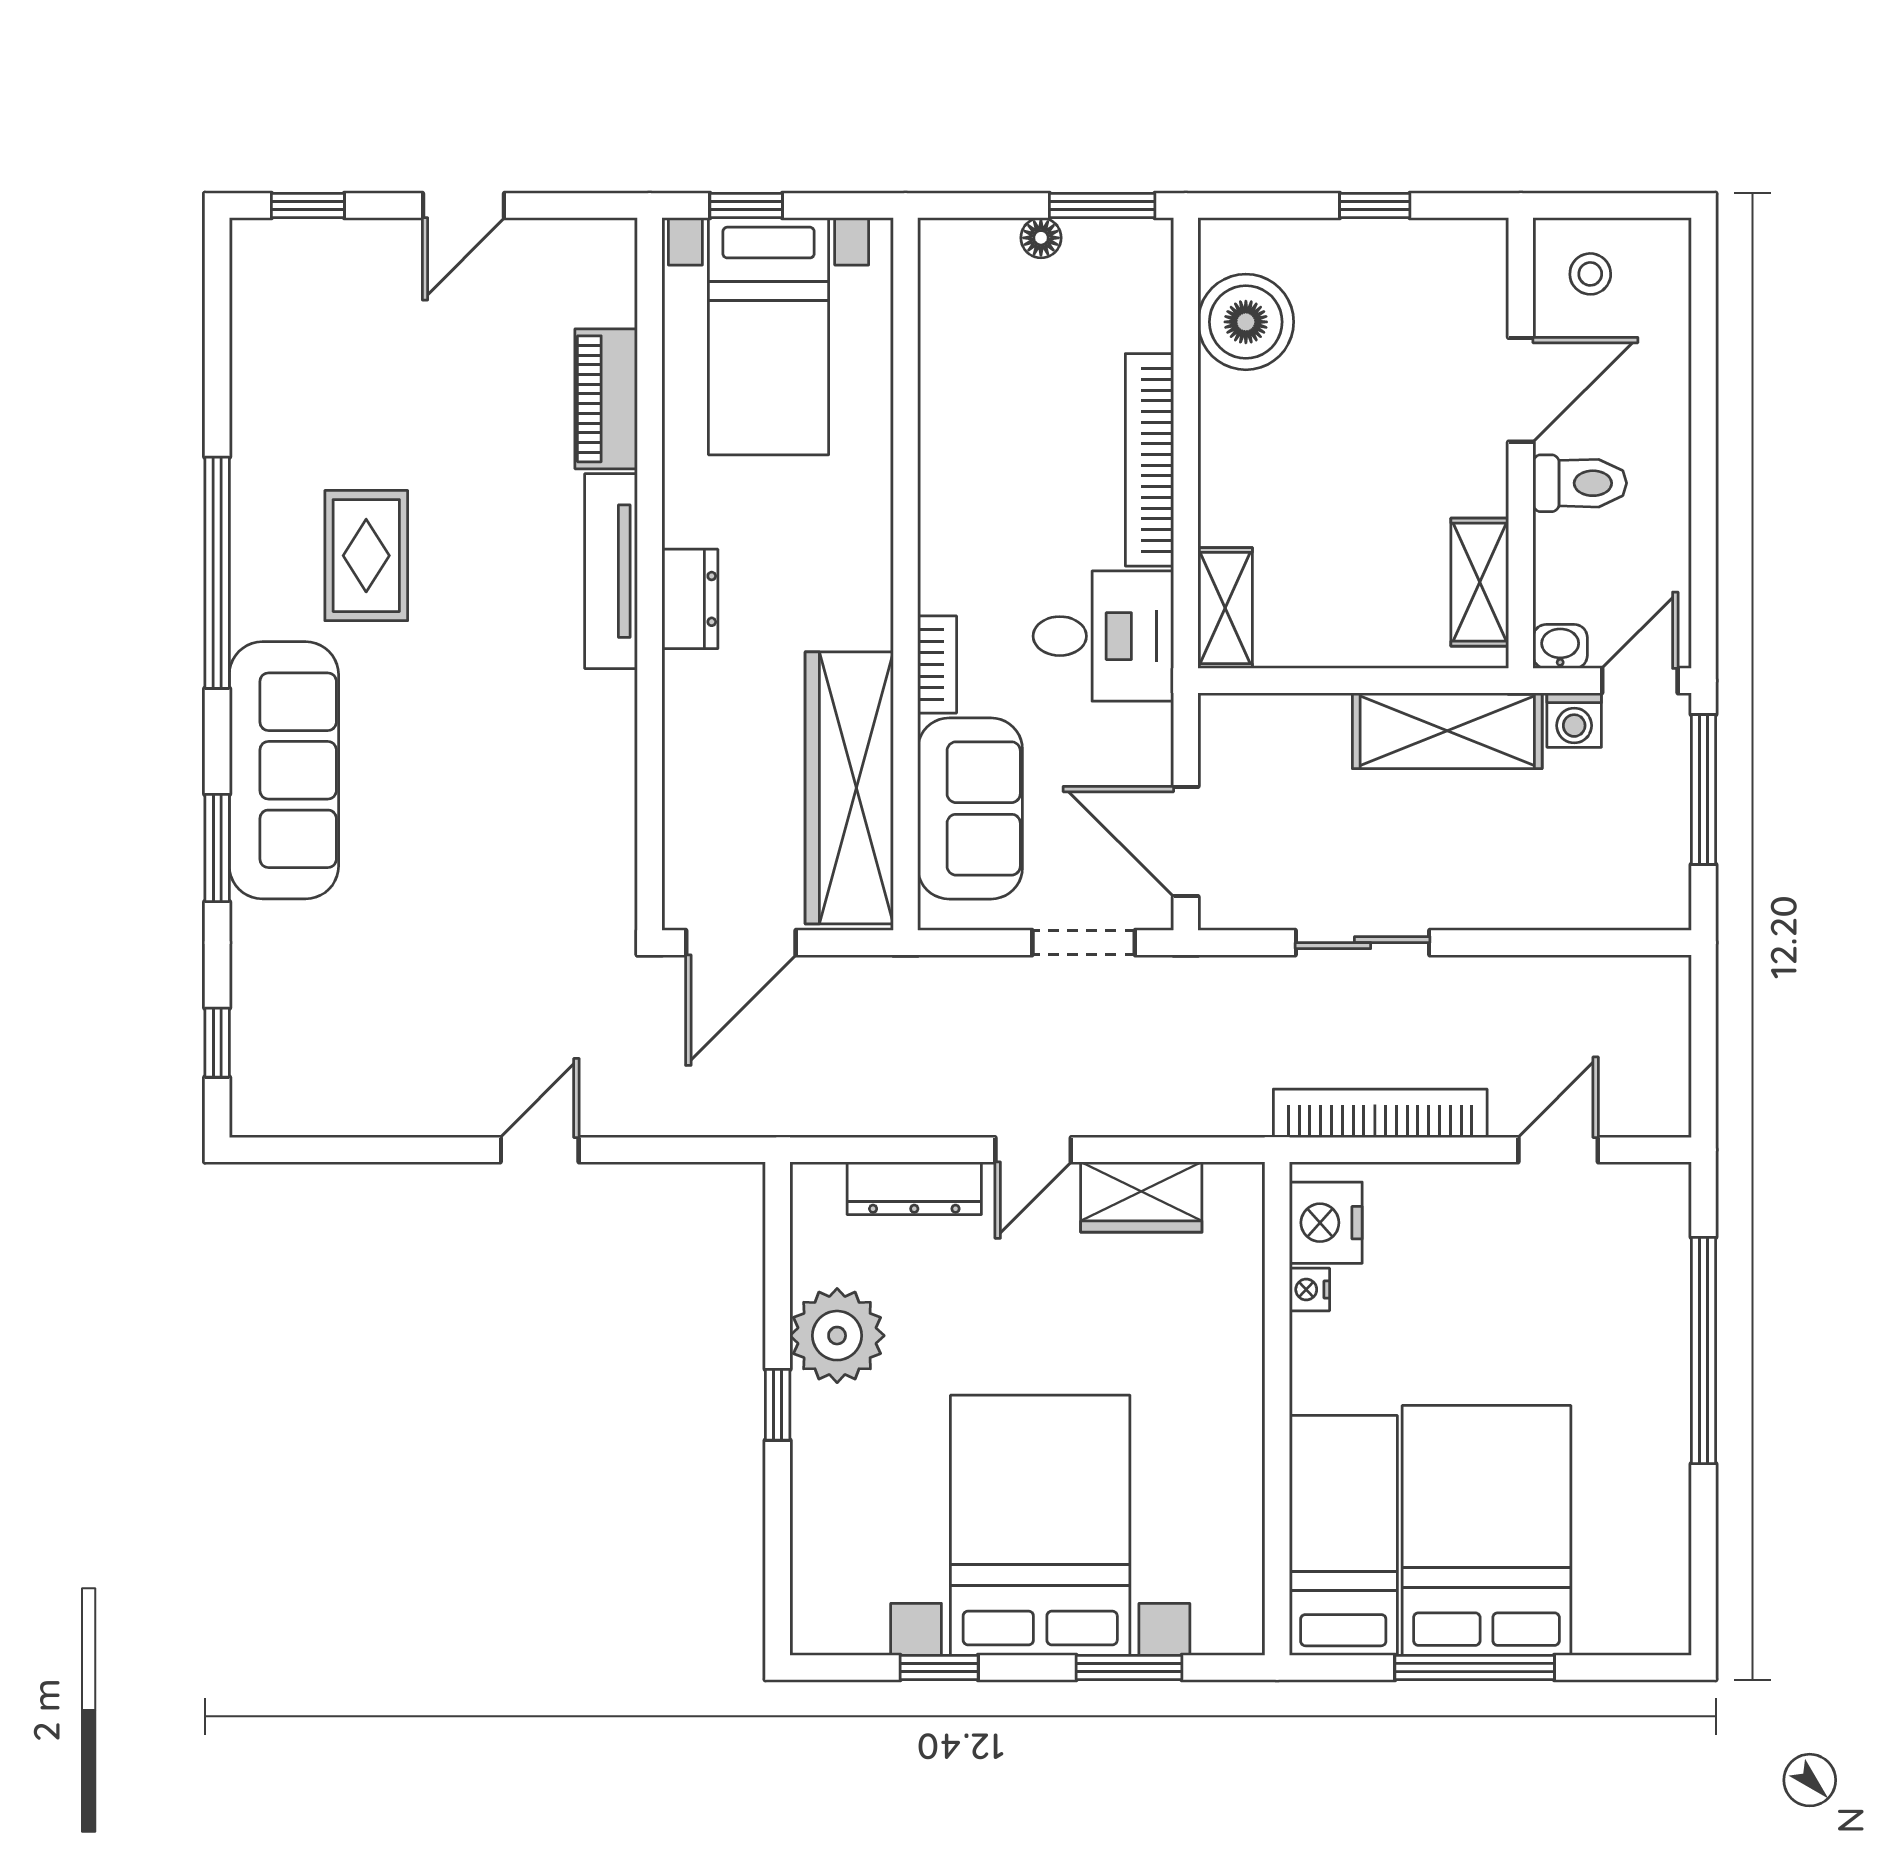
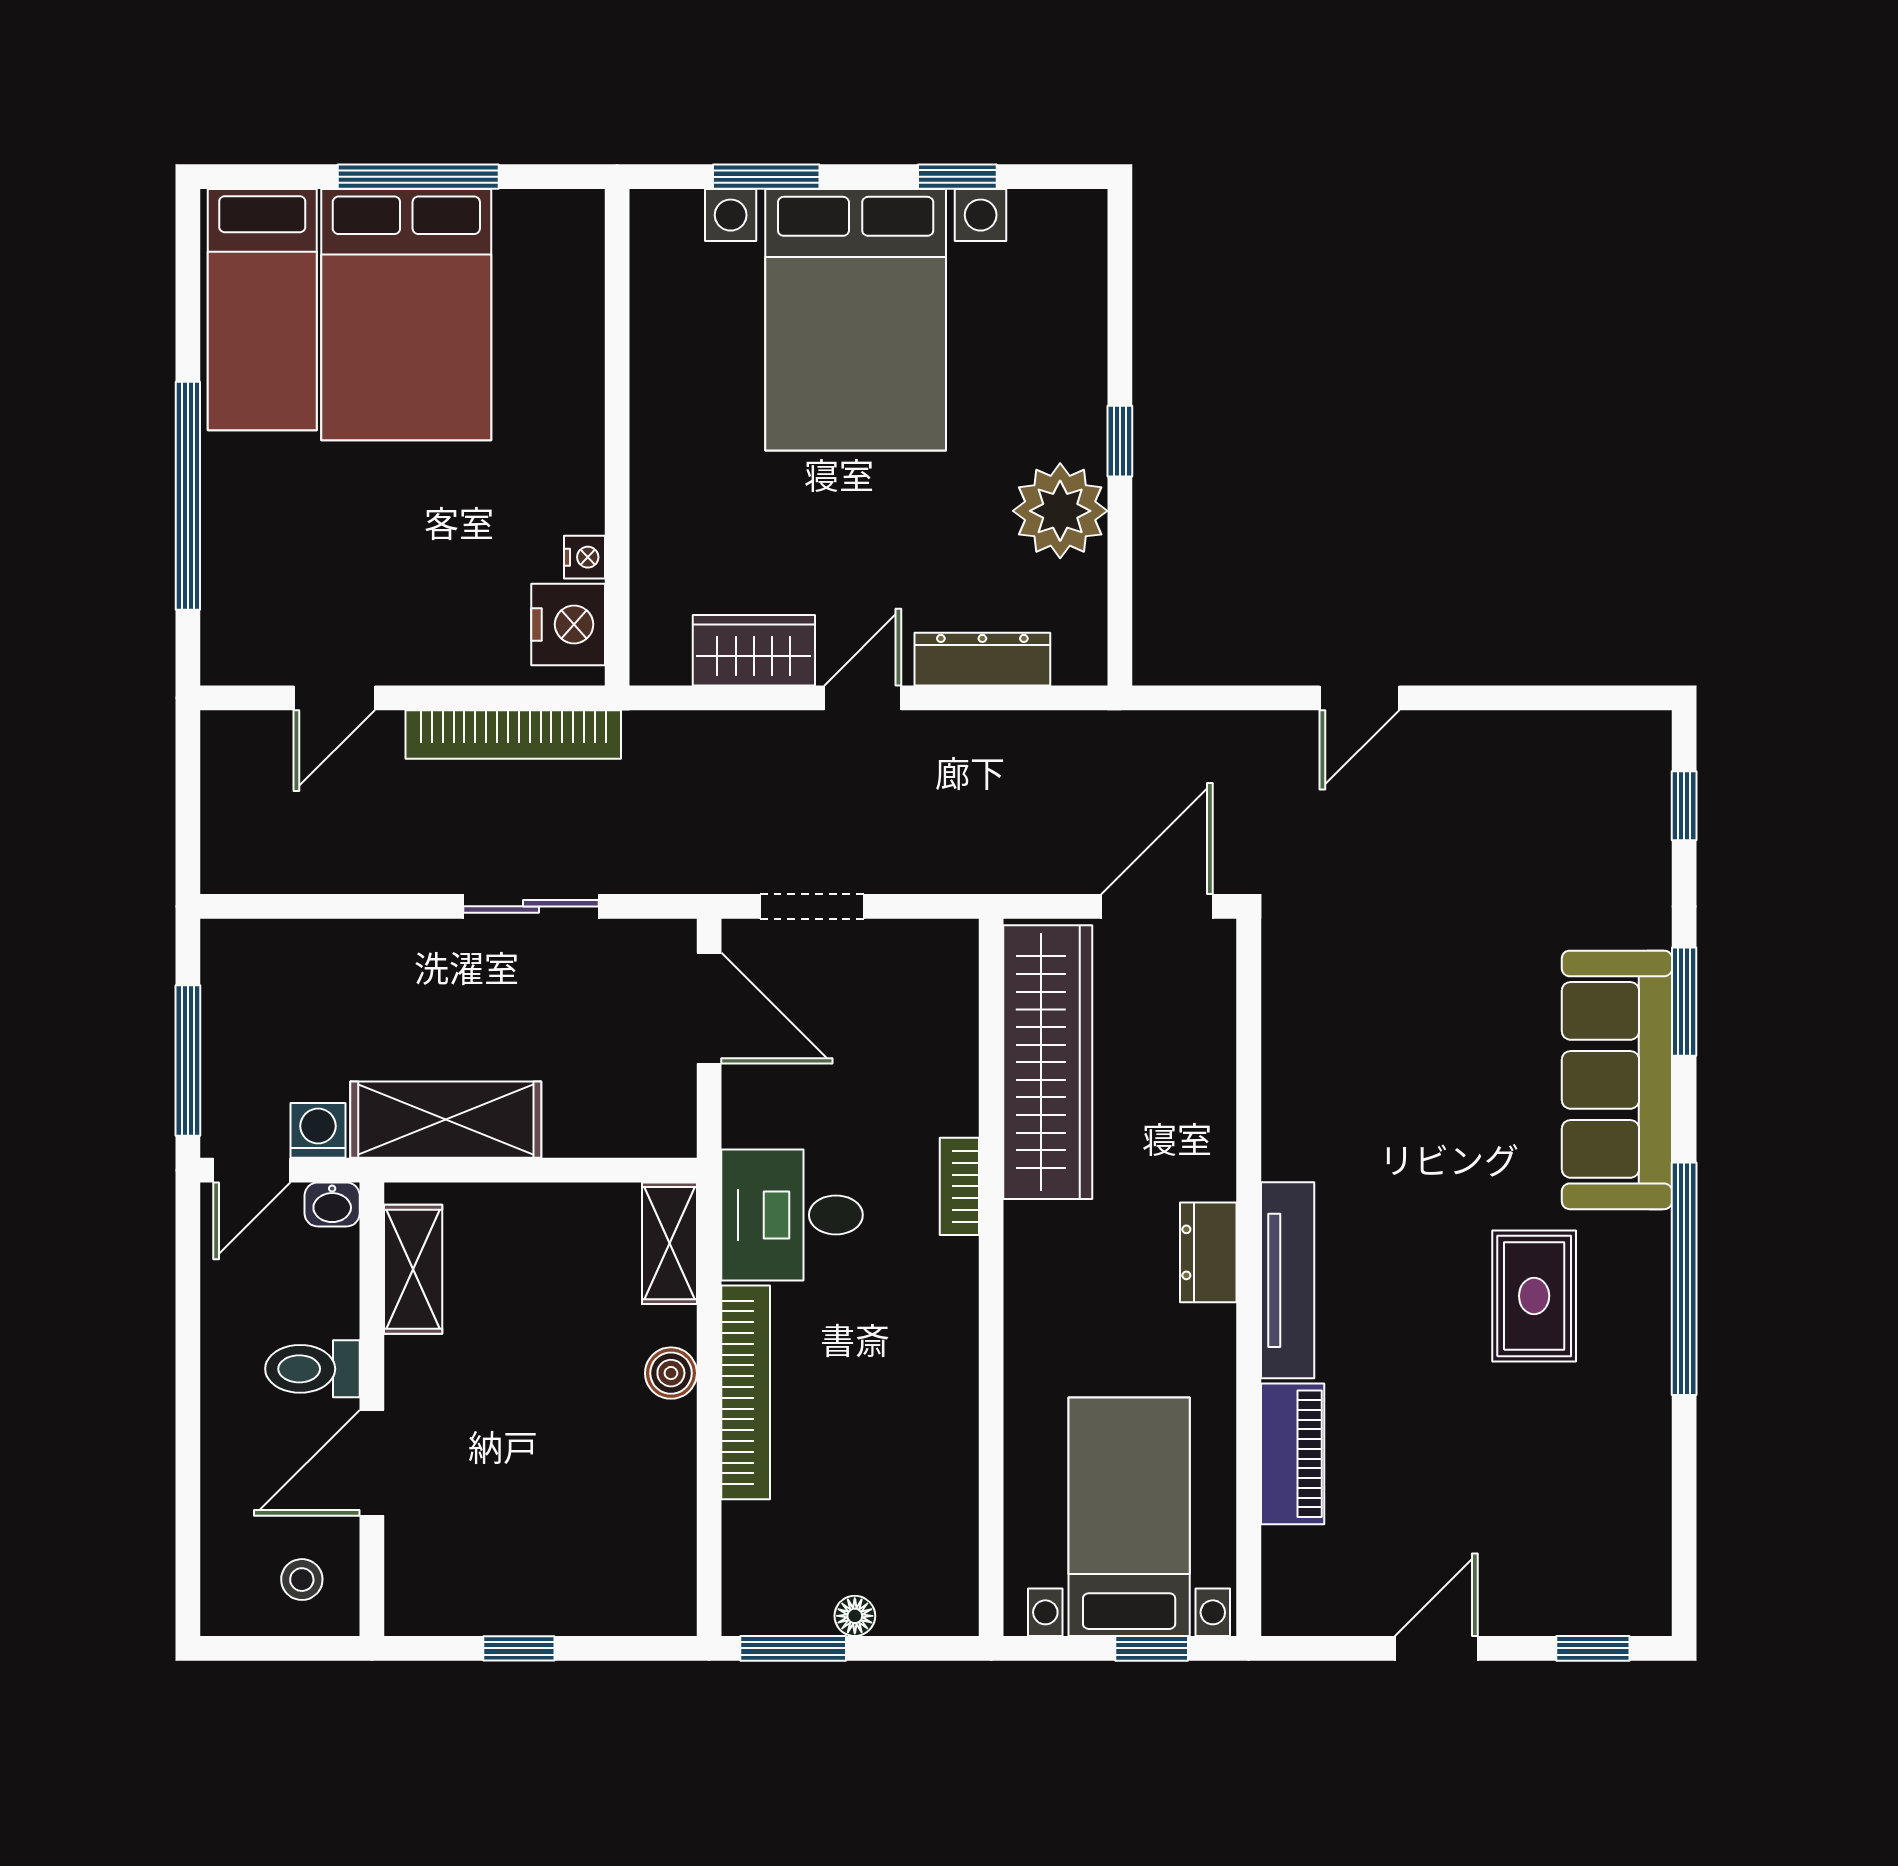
boiler: (1246, 322) -> (671, 1373), moved, width x0.54, depth x0.54
sofa: (970, 808) -> (926, 1041), removed
bed: (1343, 1535) -> (262, 310), moved

